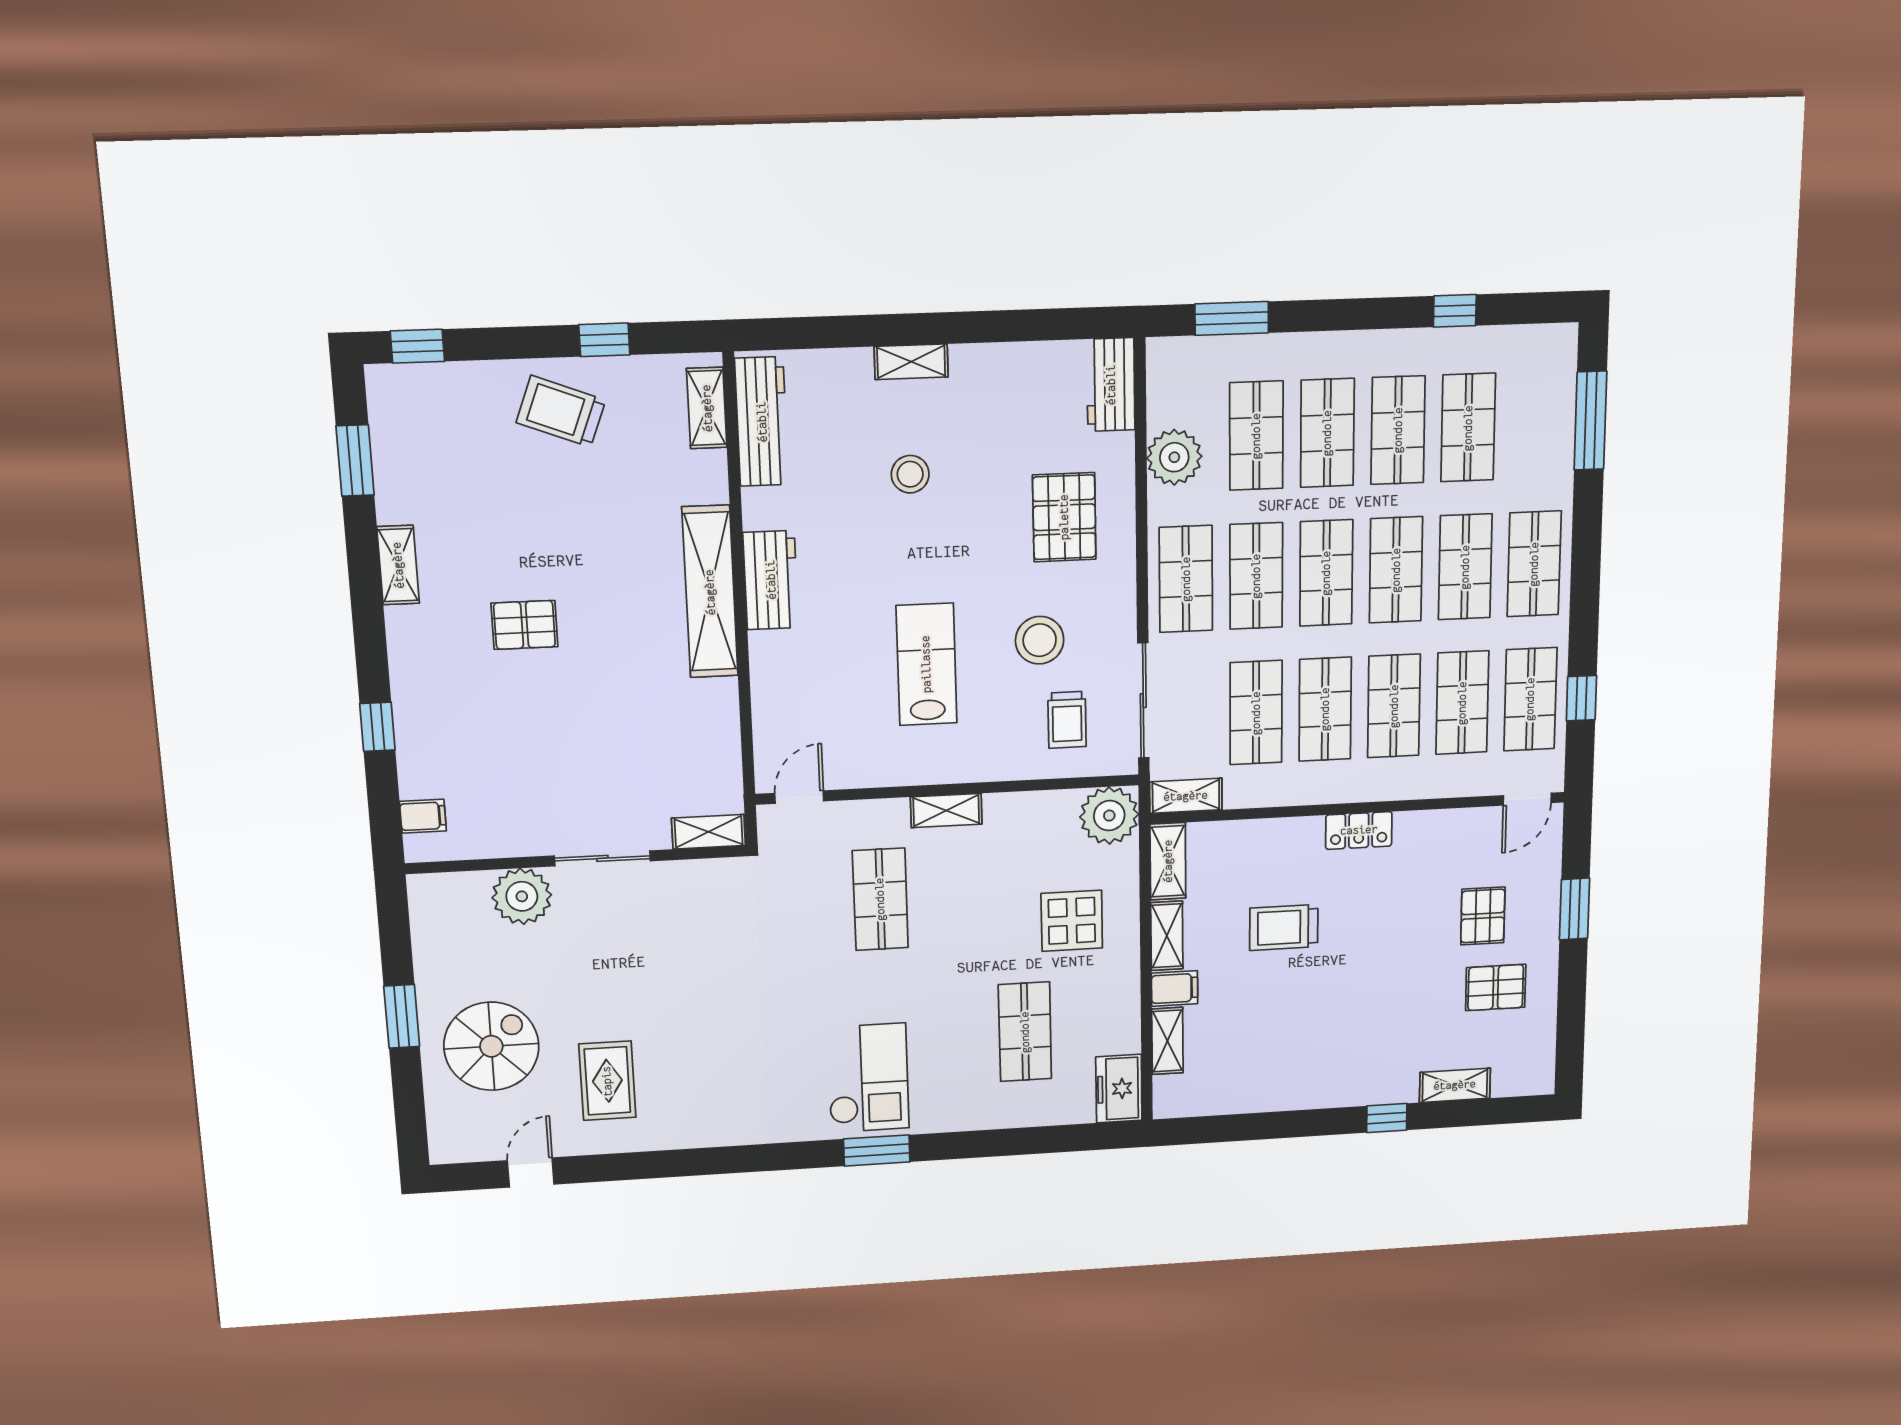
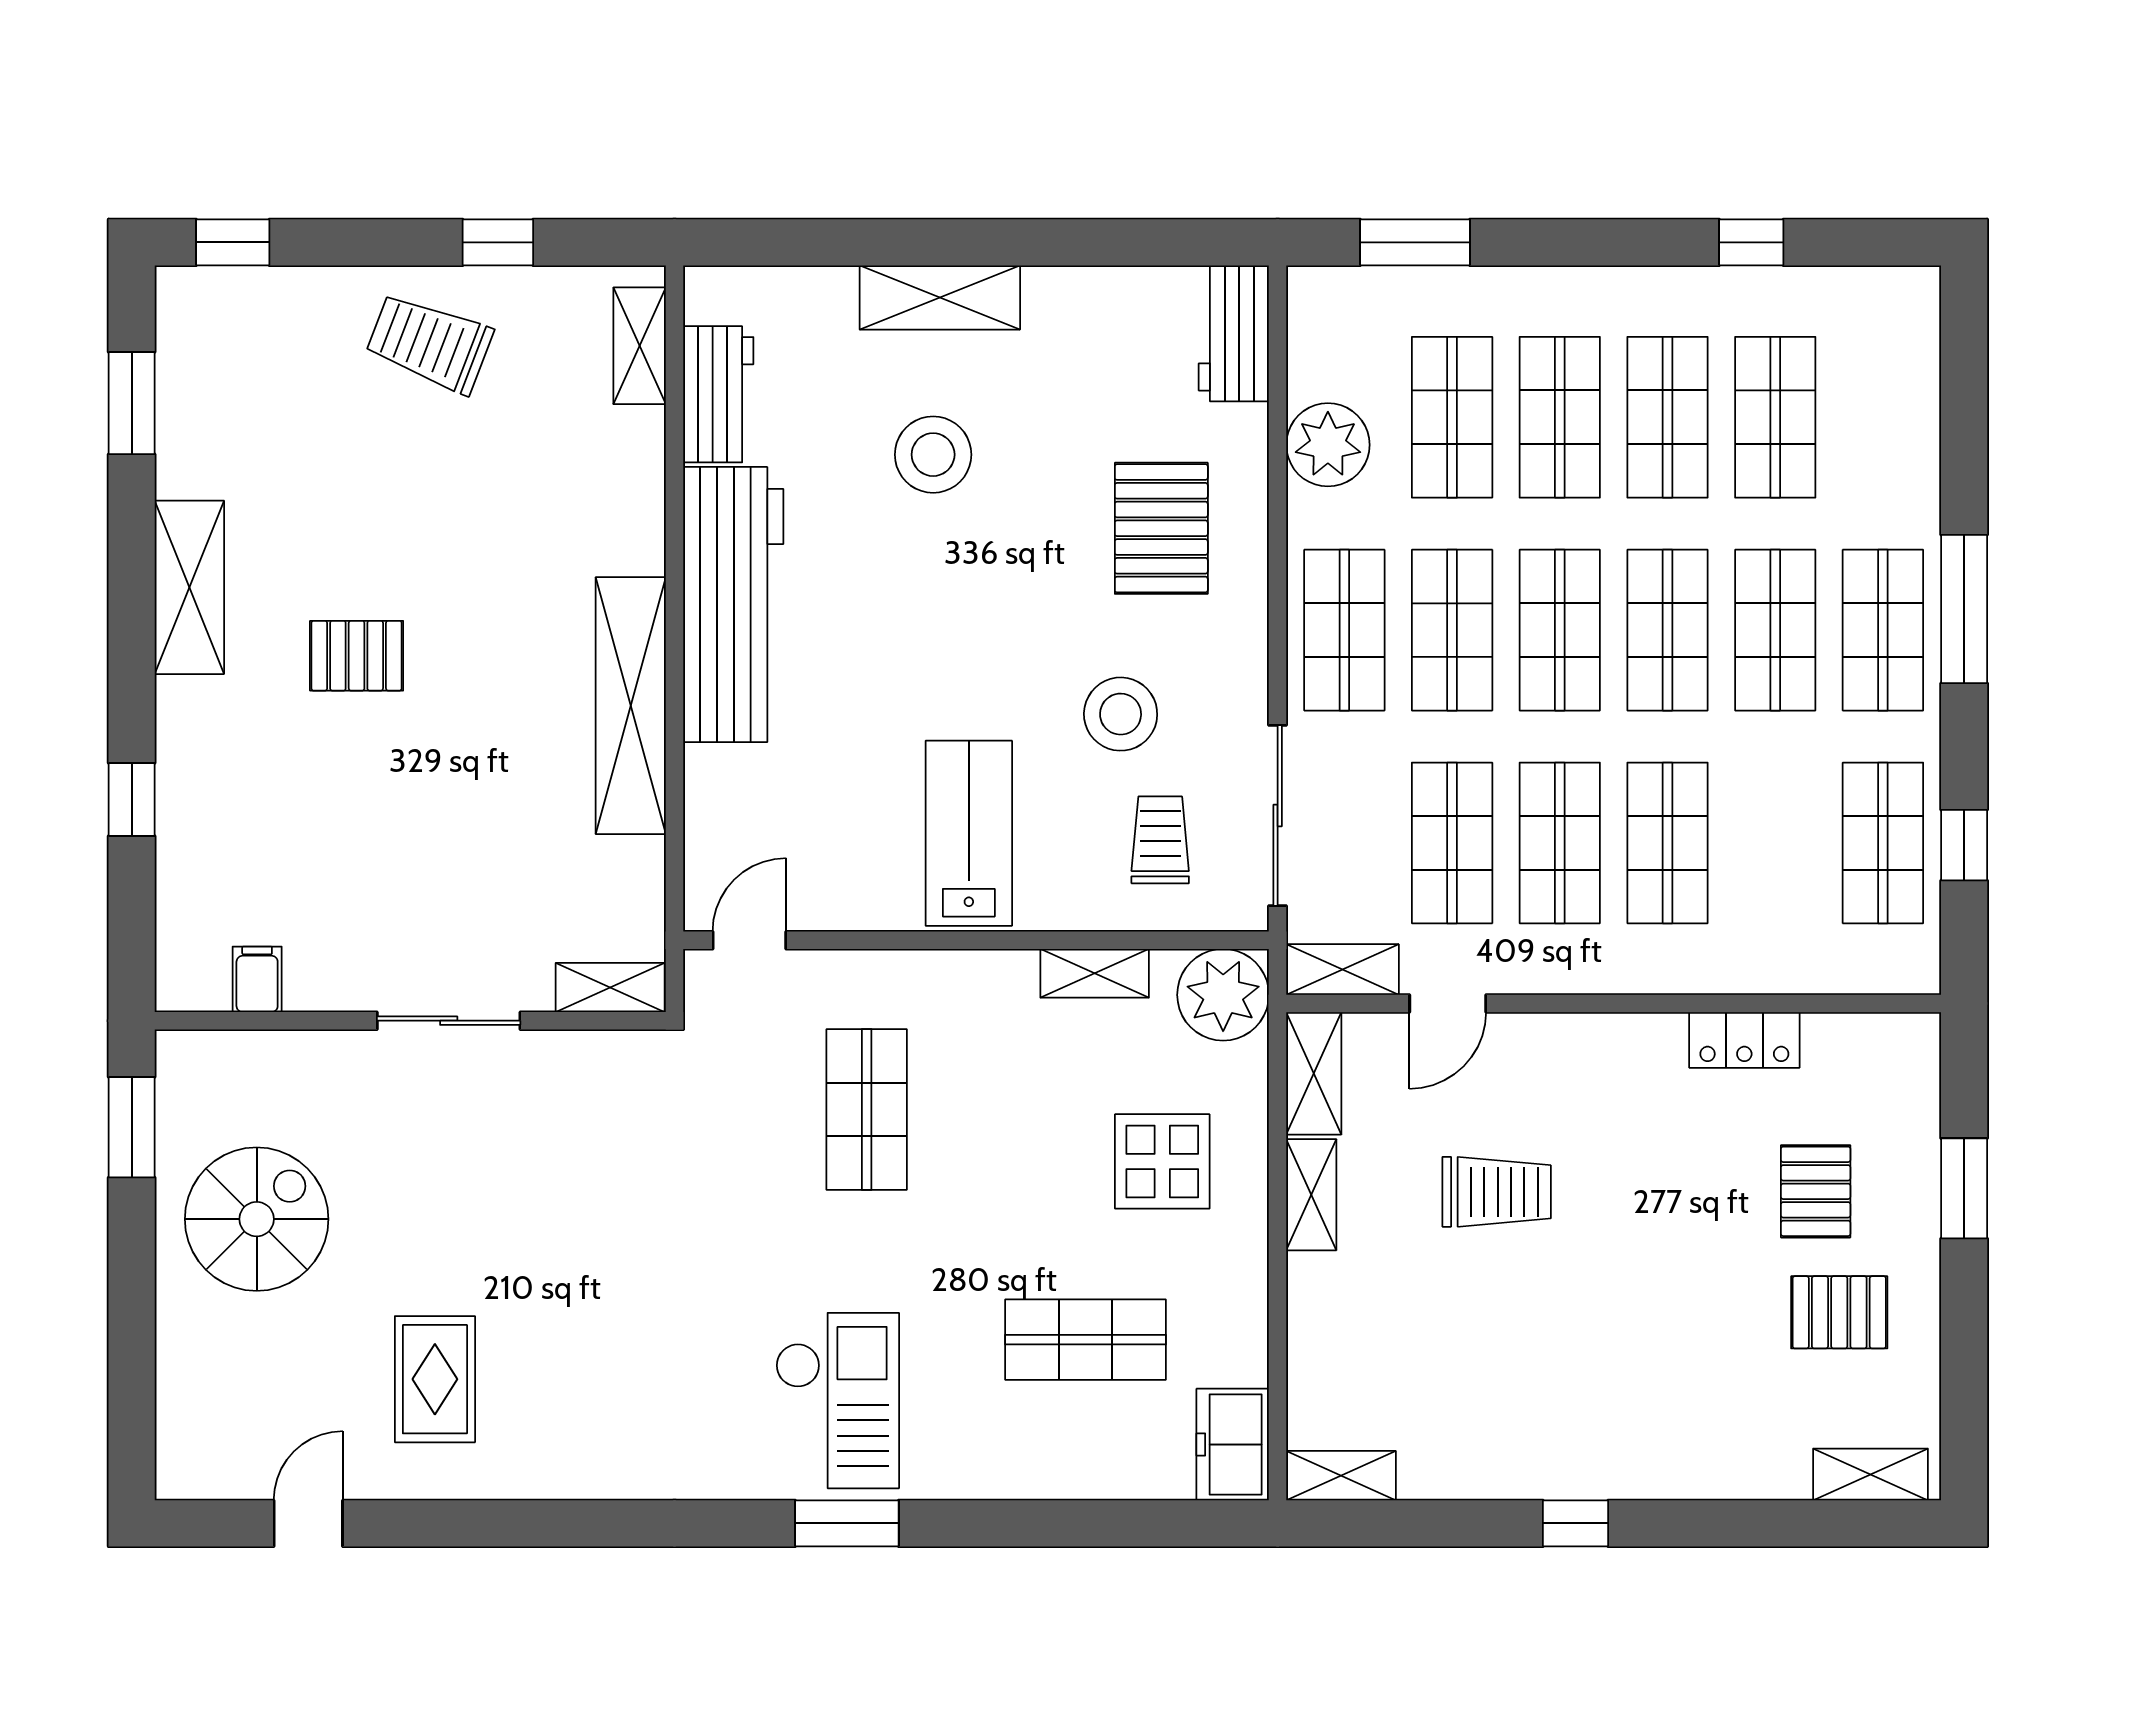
shelving: (911, 362) -> (940, 297), width x1.50, depth x1.33
window: (1590, 421) -> (1964, 609), moved
workbench: (762, 422) -> (718, 394), width x0.73
stool: (910, 474) -> (933, 455), width x1.38, depth x1.38
shelving: (398, 565) -> (189, 587), width x1.50, depth x1.33
workbench: (771, 580) -> (733, 605), width x1.88, depth x1.32
shelving: (710, 592) -> (631, 706), moved
lab bench: (926, 664) -> (969, 833), moved
shop shelf: (1462, 703) -> (1775, 843), removed
trolley: (1067, 720) -> (1160, 840), turned 180
door: (1527, 799) -> (1448, 1003), moved
shelving: (946, 810) -> (1095, 973), moved
filing cabinet: (423, 816) -> (257, 979), moved, turned -90
locker: (1359, 830) -> (1744, 1040), moved
plant: (522, 896) -> (325, 1074), removed
trolley: (1284, 927) -> (1497, 1192), turned 180
filing cabinet: (1175, 988) -> (1323, 1282), removed
window: (402, 1016) -> (132, 1127), moved
shop shelf: (1025, 1032) -> (1085, 1340), turned 90
shelving: (1167, 1041) -> (1341, 1476), moved, turned 90
spiral stairs: (491, 1046) -> (257, 1219), moved
shelving: (1455, 1085) -> (1870, 1474), moved
window: (1387, 1118) -> (1575, 1523), moved

